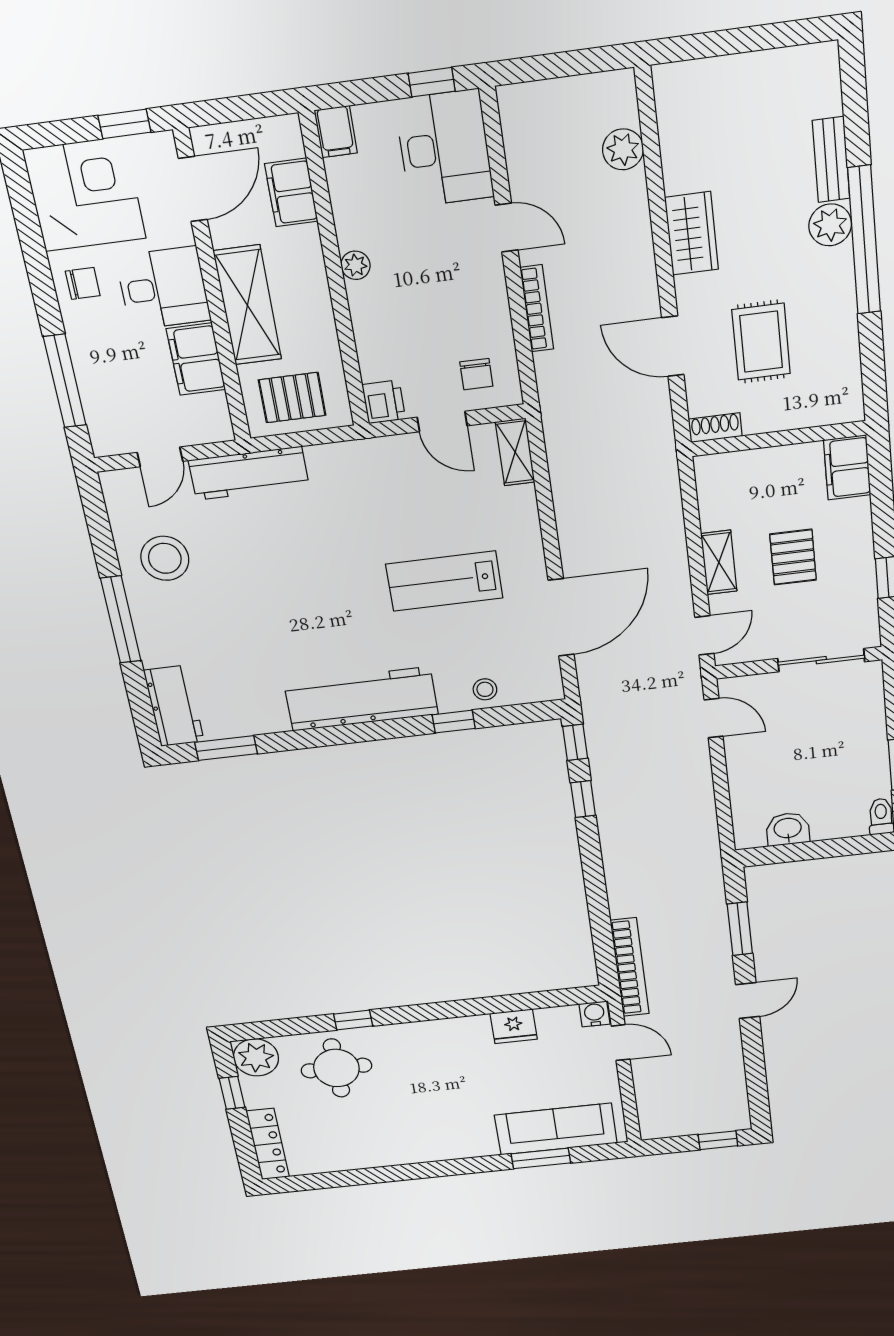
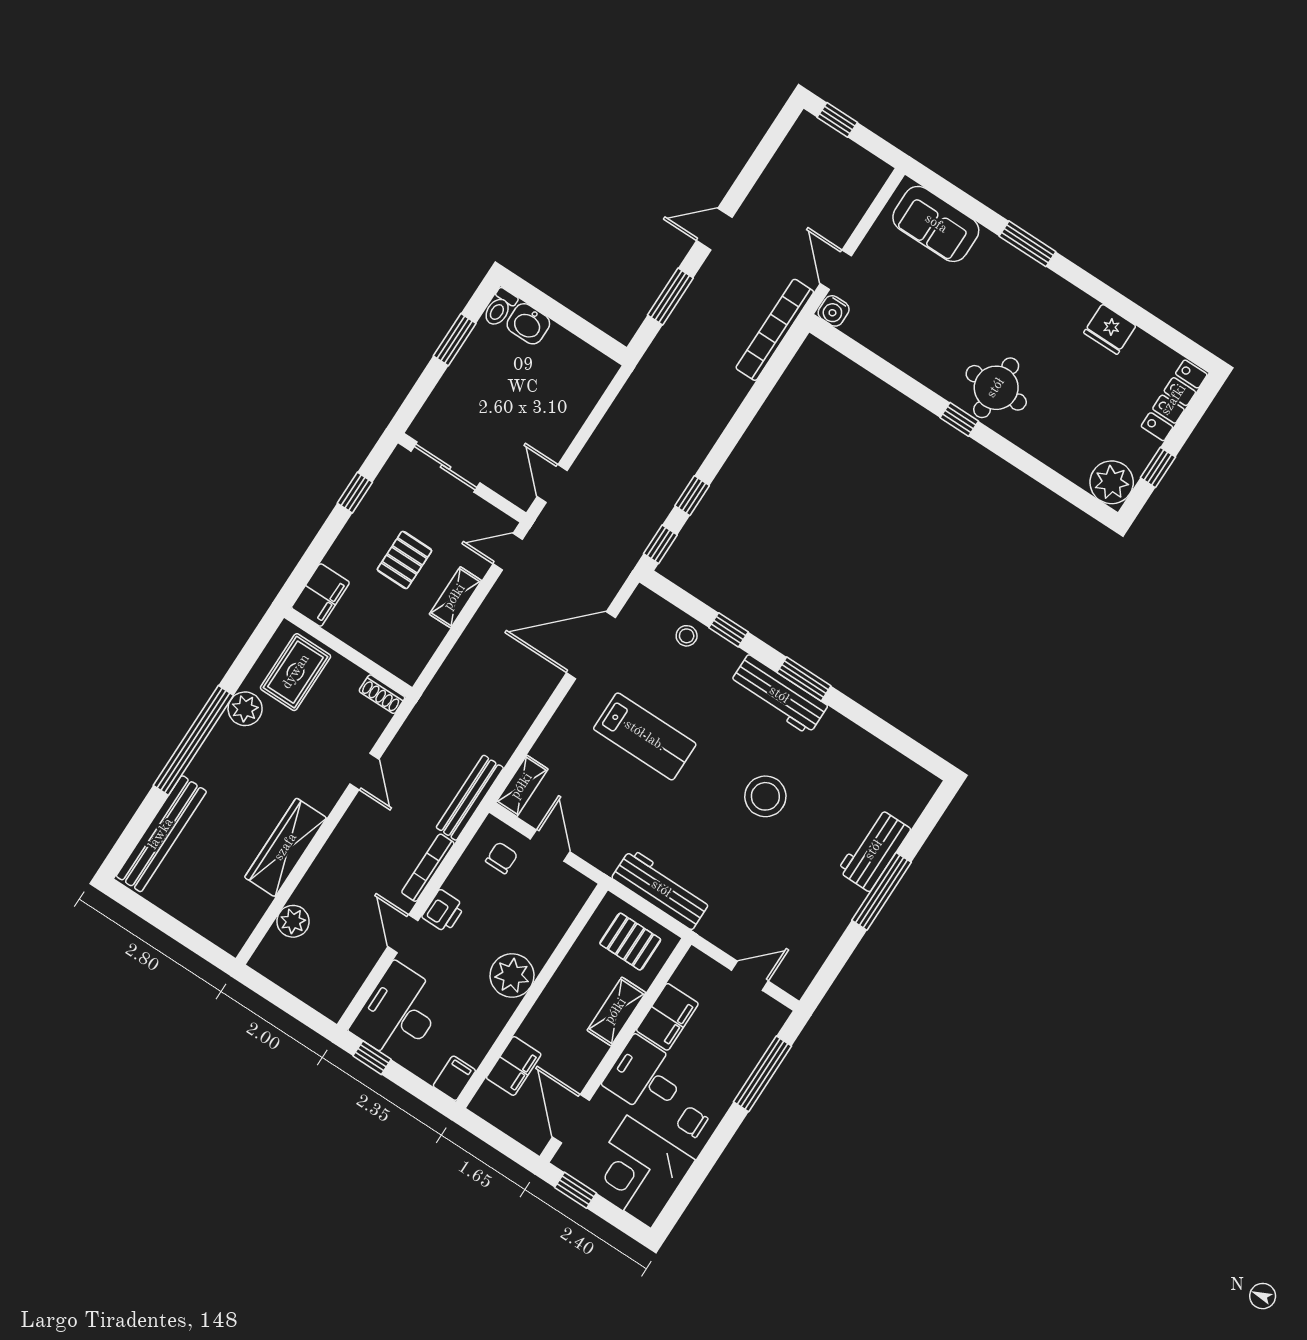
bench: (831, 160) -> (161, 834), width x1.86, depth x1.21
door: (193, 189) -> (571, 1119), hinge flipped
plant: (830, 225) -> (245, 709), moved
wardrobe: (692, 233) -> (286, 847), width x1.50
plant: (356, 265) -> (512, 975), width x1.87, depth x1.87
shelving: (247, 305) -> (616, 1011), width x0.67, depth x0.75
rug: (761, 342) -> (296, 672), moved
door: (673, 346) -> (364, 771), width x0.73
printer: (384, 402) -> (443, 911), moved, turned 180
bench: (553, 403) -> (470, 798), added
workbench: (249, 473) -> (661, 889), moved
stool: (165, 558) -> (765, 796), moved
workbench: (361, 699) -> (779, 695), width x0.73, depth x0.76
workbench: (174, 706) -> (874, 850), moved
window: (226, 748) -> (804, 679), moved
washbasin: (788, 829) -> (528, 324), moved
window: (353, 1020) -> (959, 419), moved
fridge: (514, 1026) -> (1110, 329), moved, turned 180
round table: (336, 1068) -> (996, 388), moved
sofa: (556, 1129) -> (936, 224), width x0.73
window: (541, 1158) -> (1027, 244), moved

